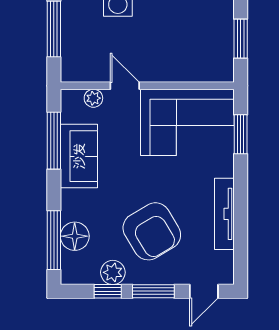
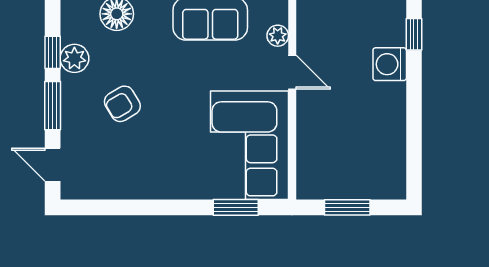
door: (125, 86) -> (292, 72), hinge flipped
tv unit: (224, 214) -> (143, 188), removed
armchair: (152, 231) -> (122, 104), width x0.53, depth x0.53

